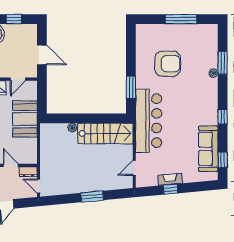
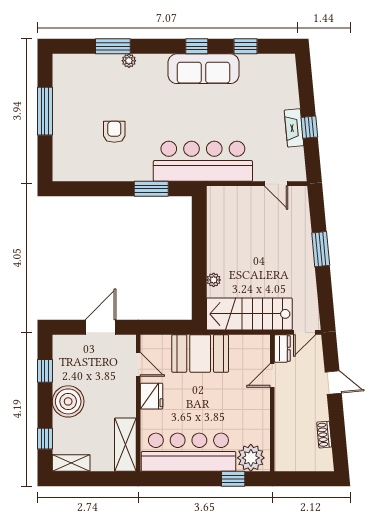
armchair: (168, 64) -> (114, 132), width x0.53, depth x0.53
stairs: (105, 133) -> (249, 314), moved, turned -90
sofa: (208, 149) -> (204, 69), moved
window: (223, 160) -> (246, 46), moved

